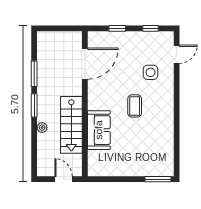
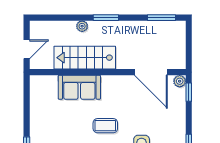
window: (117, 28) -> (189, 92), moved
plant: (93, 37) -> (180, 81), added
window: (34, 74) -> (161, 18), moved

